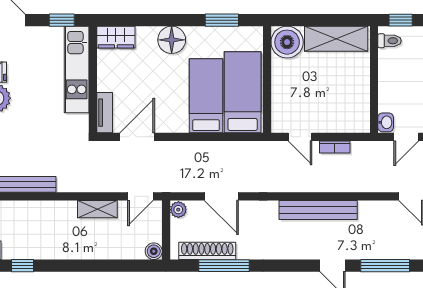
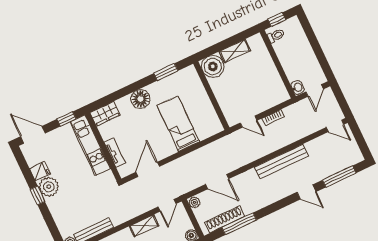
shelving: (336, 39) -> (235, 51), width x0.67, depth x0.75
bed: (243, 92) -> (200, 111), removed
tv unit: (105, 113) -> (115, 153), moved

